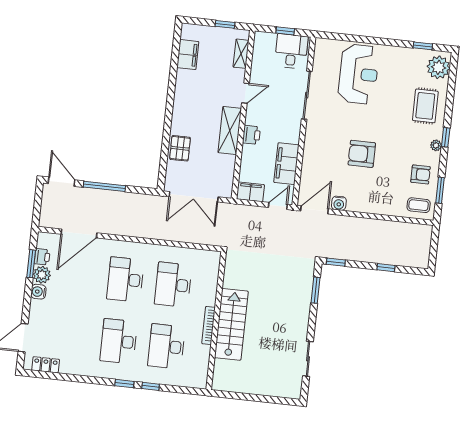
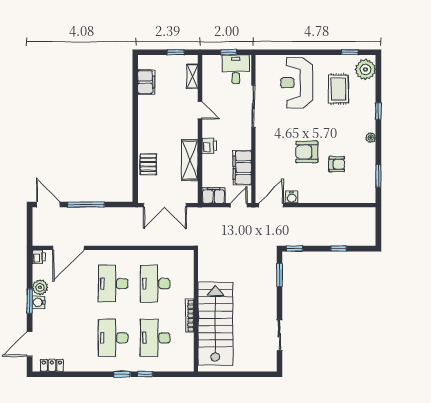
reception desk: (359, 74) -> (297, 83), turned 180
door: (245, 93) -> (200, 110), hinge flipped
rug: (425, 106) -> (338, 89), moved
shelving: (230, 130) -> (190, 160), moved
window: (446, 137) -> (378, 111), moved
armchair: (421, 174) -> (337, 164), moved
coffee table: (419, 205) -> (361, 191), removed
printer: (42, 257) -> (39, 257), moved
window: (31, 264) -> (30, 301), moved
stairs: (231, 324) -> (215, 324), width x1.36, depth x1.51

